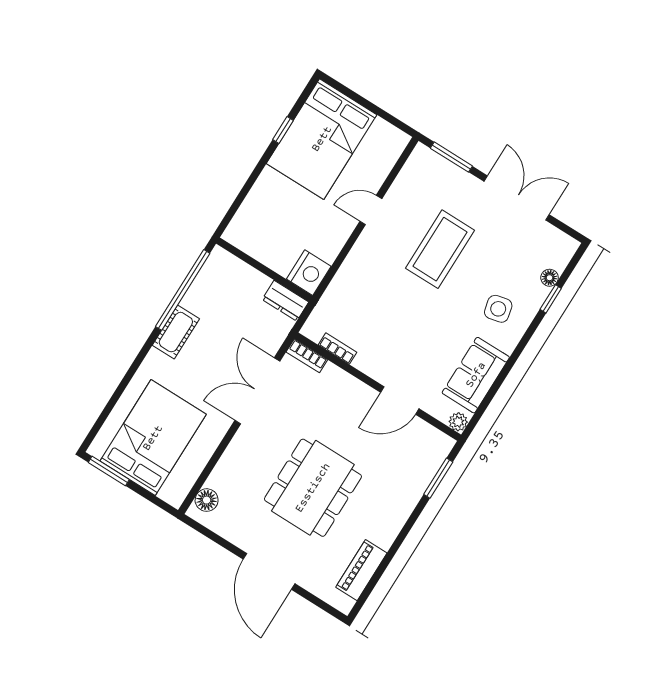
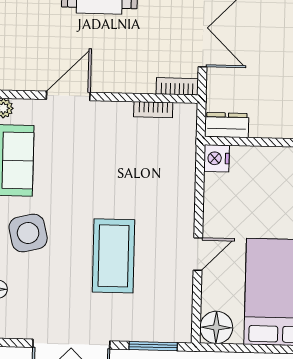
floor lamp: (391, 142) -> (216, 327), added
nightstand: (309, 273) -> (217, 158), width x0.74, depth x0.75
side table: (498, 309) -> (28, 233), width x1.37, depth x1.37

